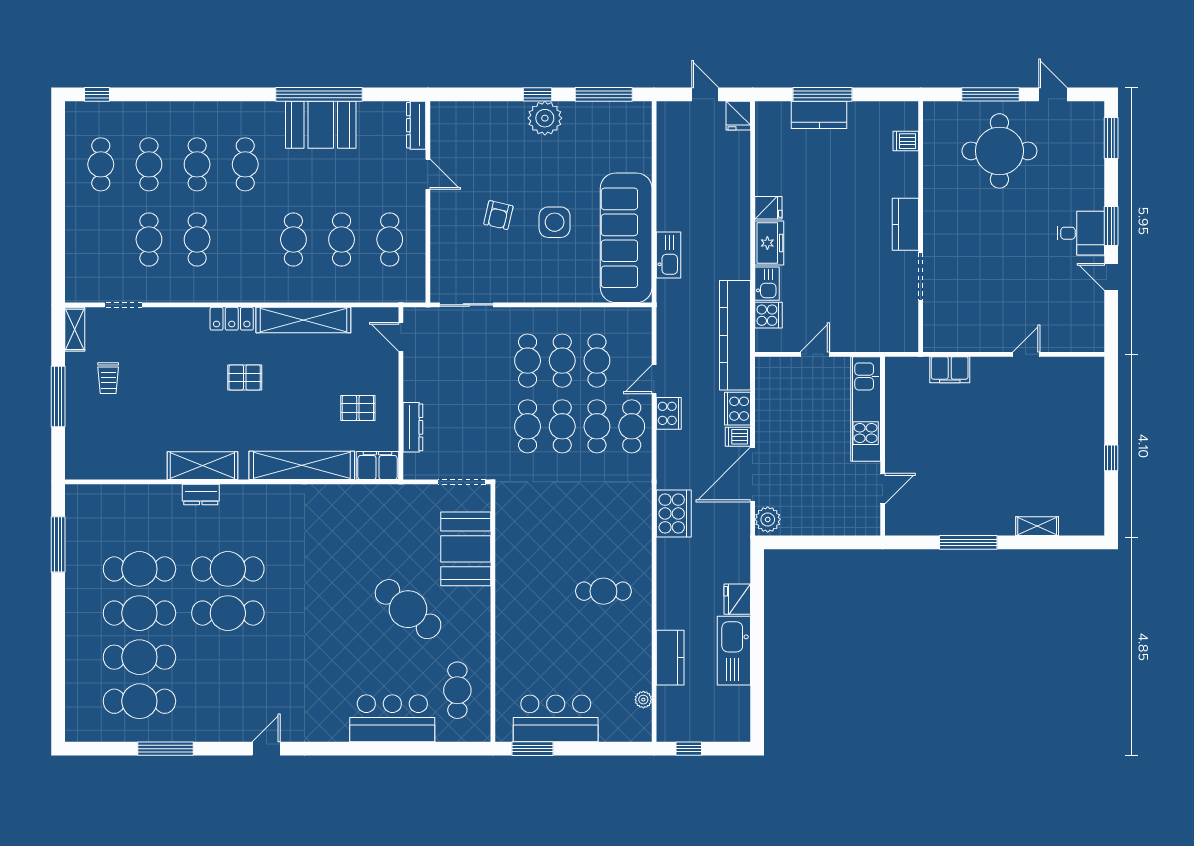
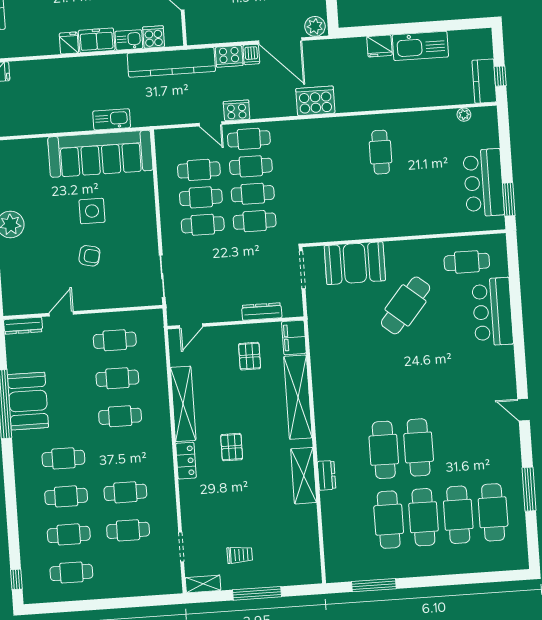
kitchen counter: (670, 658) -> (484, 81), moved, turned -90

